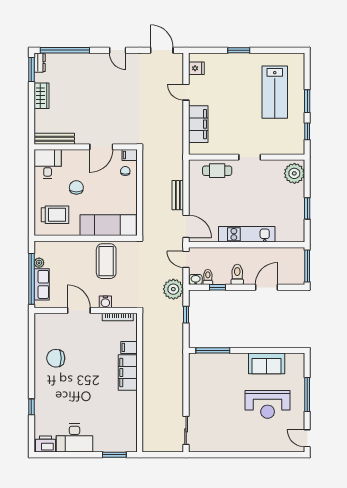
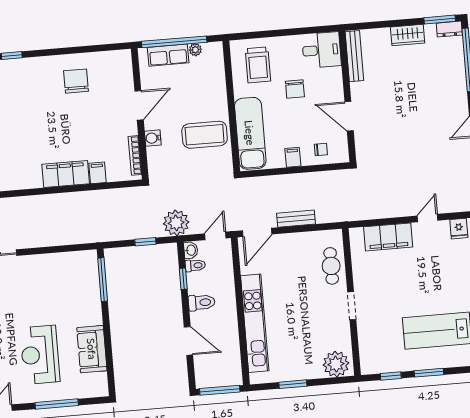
filing cabinet: (130, 155) -> (293, 157), moved
chair: (76, 187) -> (295, 89), turned 90
kitchen unit: (247, 234) -> (255, 323), width x1.36

